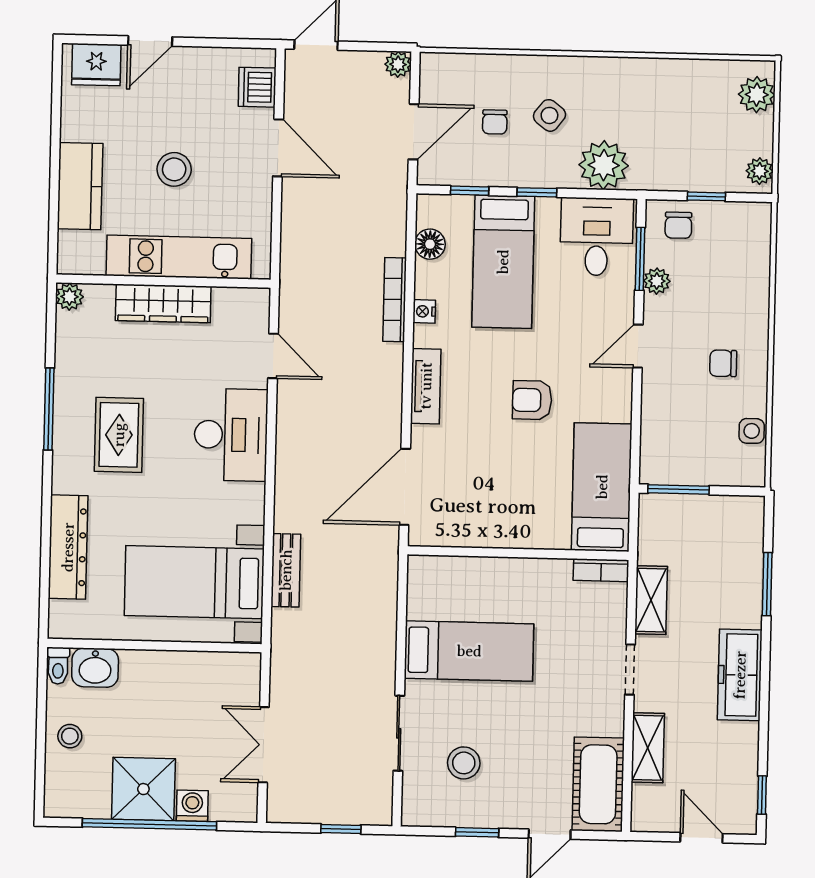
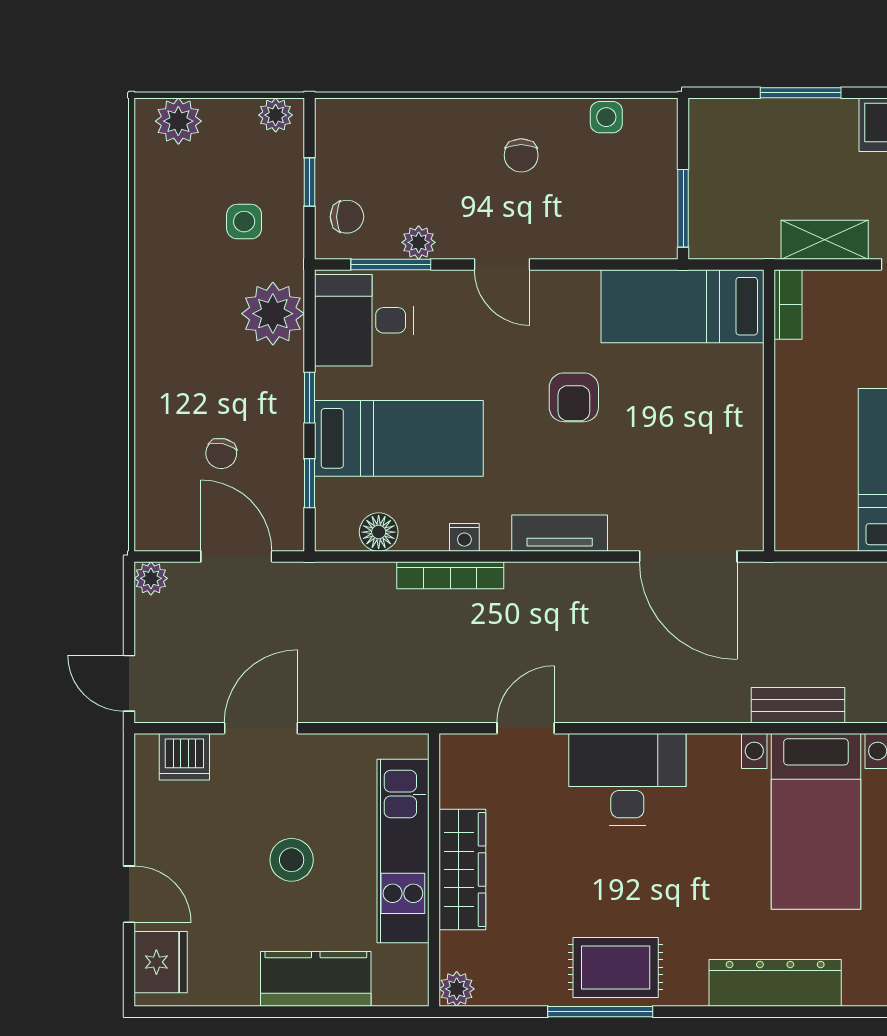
side table: (549, 115) -> (244, 222), moved, turned -38
chair: (495, 122) -> (221, 453), turned 102
rug: (119, 435) -> (616, 967), moved

